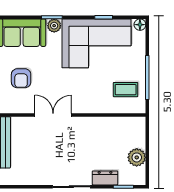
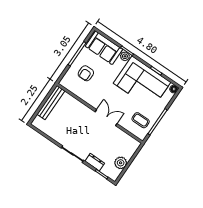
double door: (53, 115) -> (106, 118), moved

